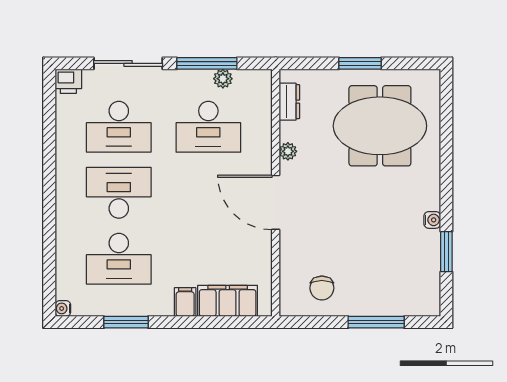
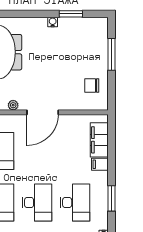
desk: (119, 193) -> (37, 203), turned 180
chair: (322, 288) -> (92, 86), turned 180

